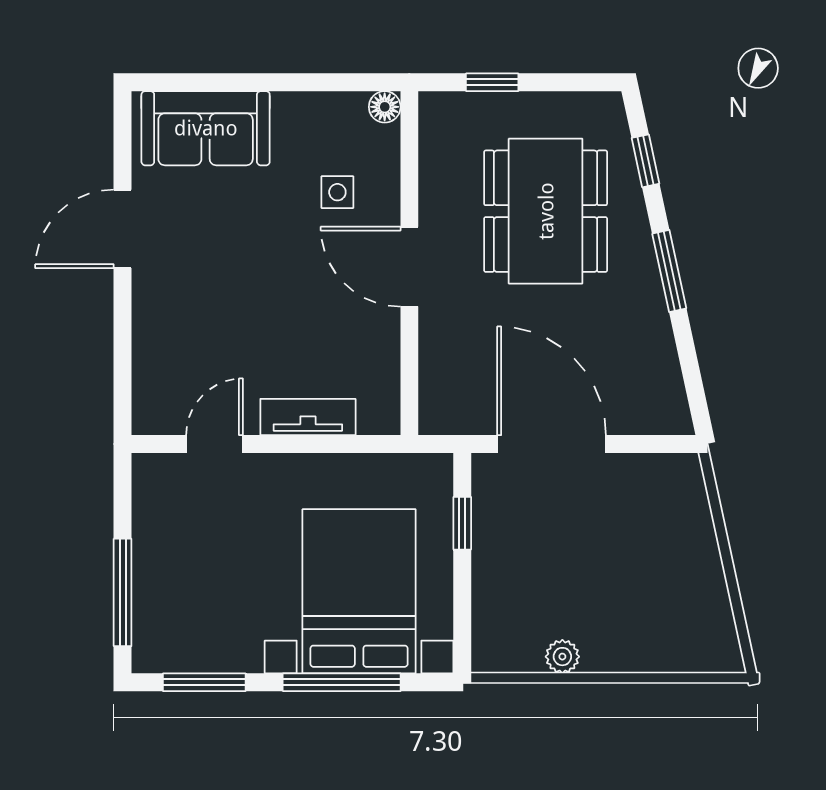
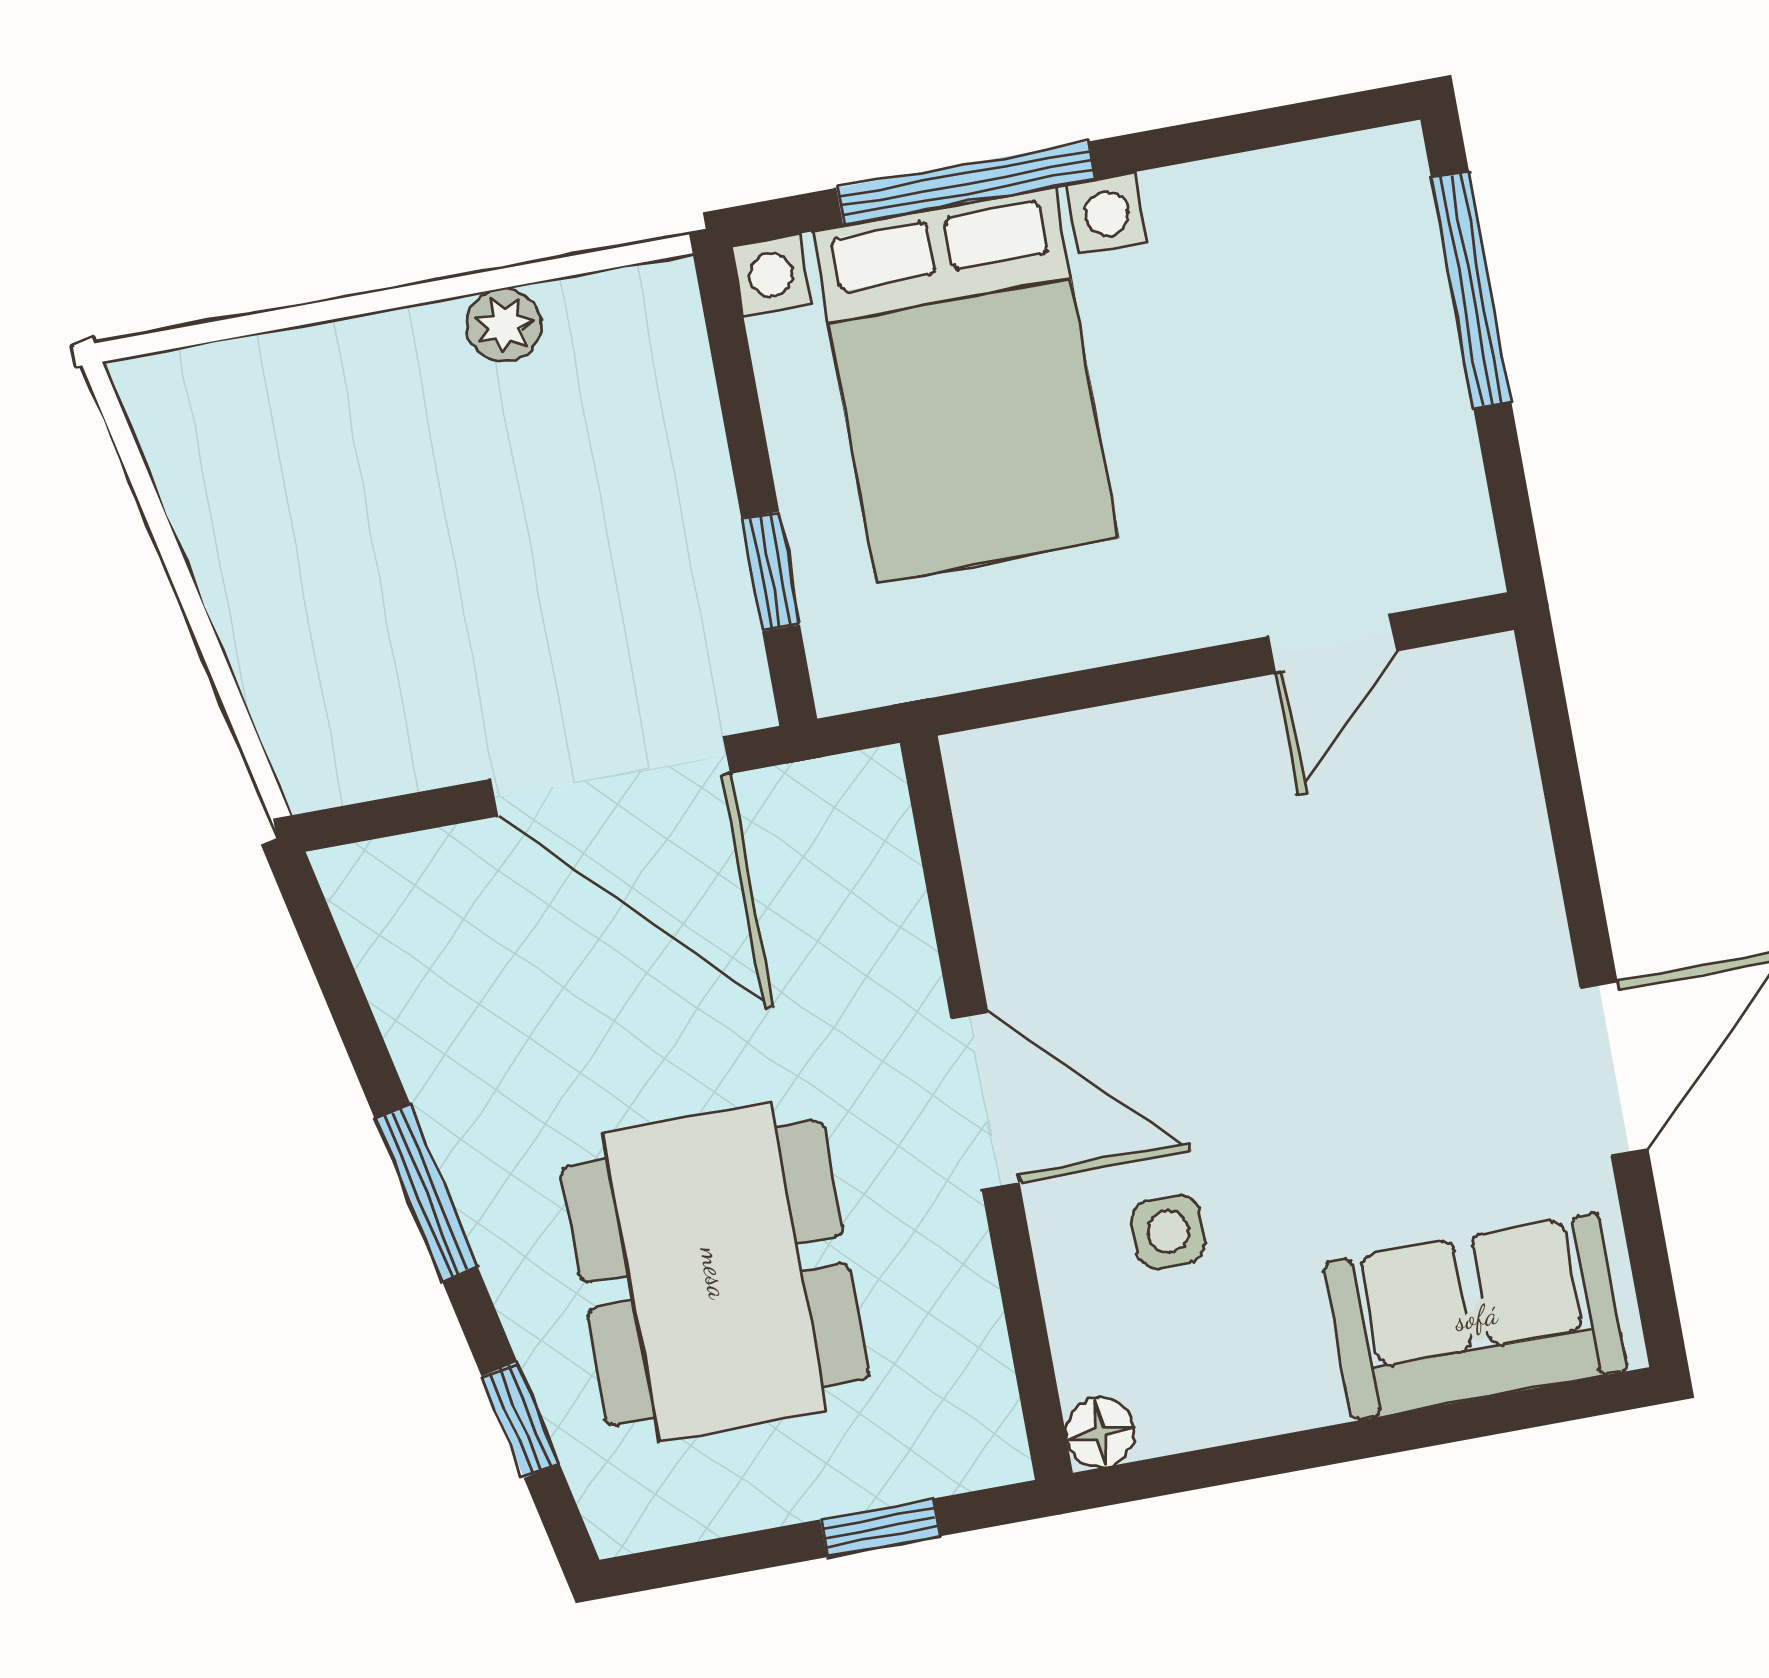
tv unit: (308, 417) -> (1143, 738), removed
window: (204, 682) -> (1261, 129), removed

